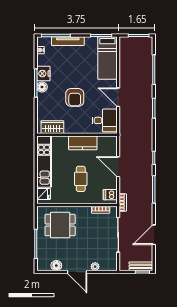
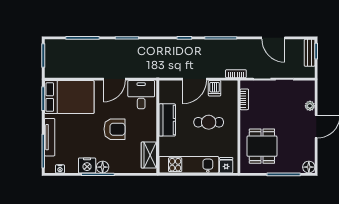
bed: (107, 58) -> (69, 97), width x1.50
dishwasher: (110, 195) -> (215, 88), moved
floor lamp: (56, 266) -> (309, 167), moved

